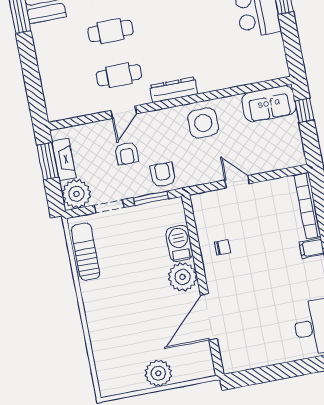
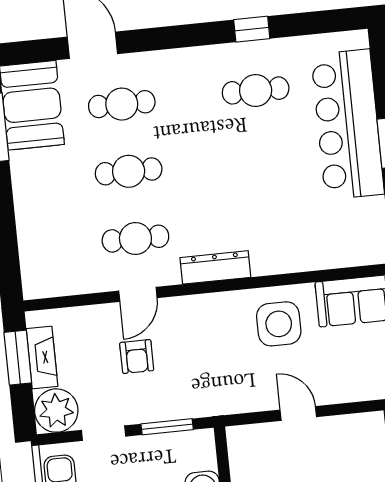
side table: (203, 123) -> (279, 324), moved
armchair: (163, 175) -> (188, 393), removed

